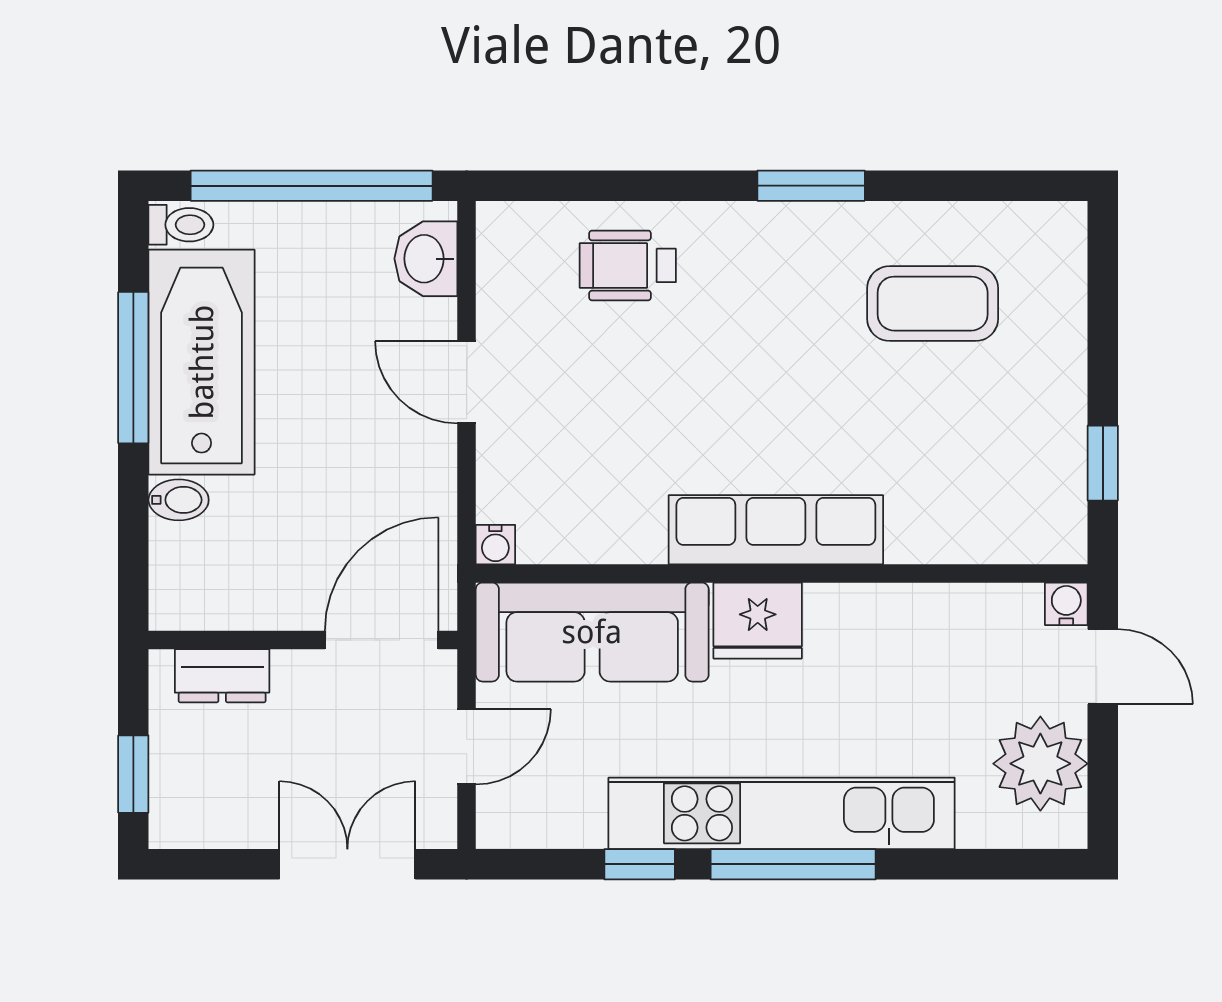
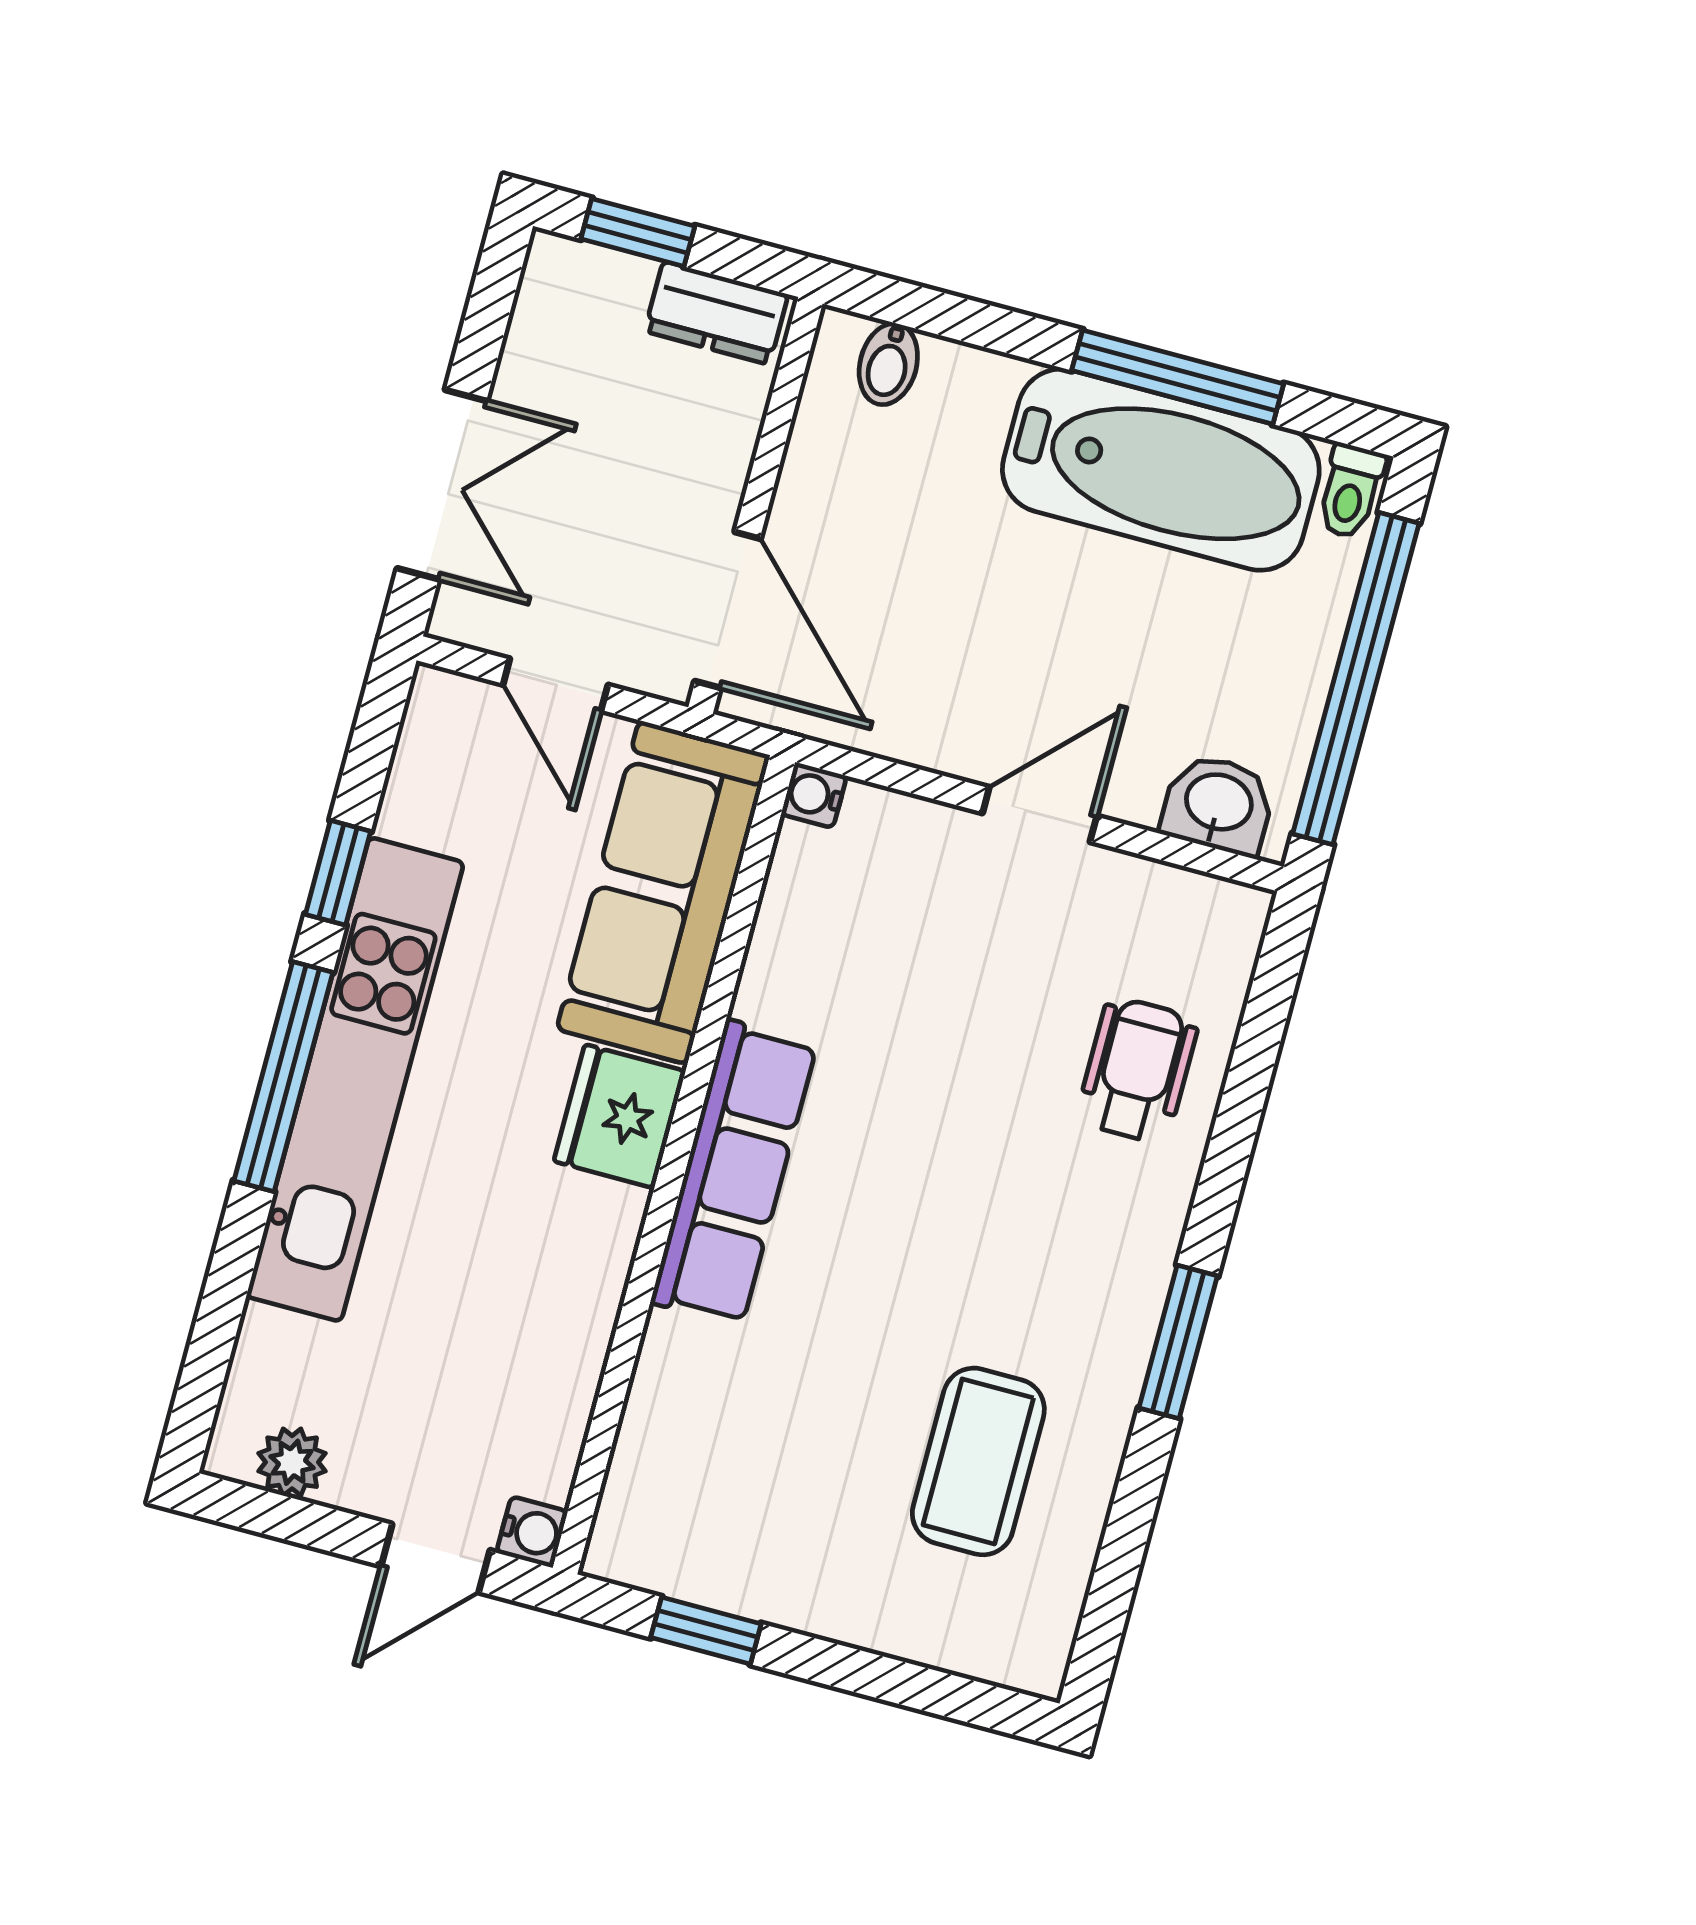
bidet: (179, 500) -> (888, 364), moved
dresser: (222, 676) -> (716, 313), moved, turned -90
plant: (1040, 764) -> (292, 1462), width x0.53, depth x0.53

